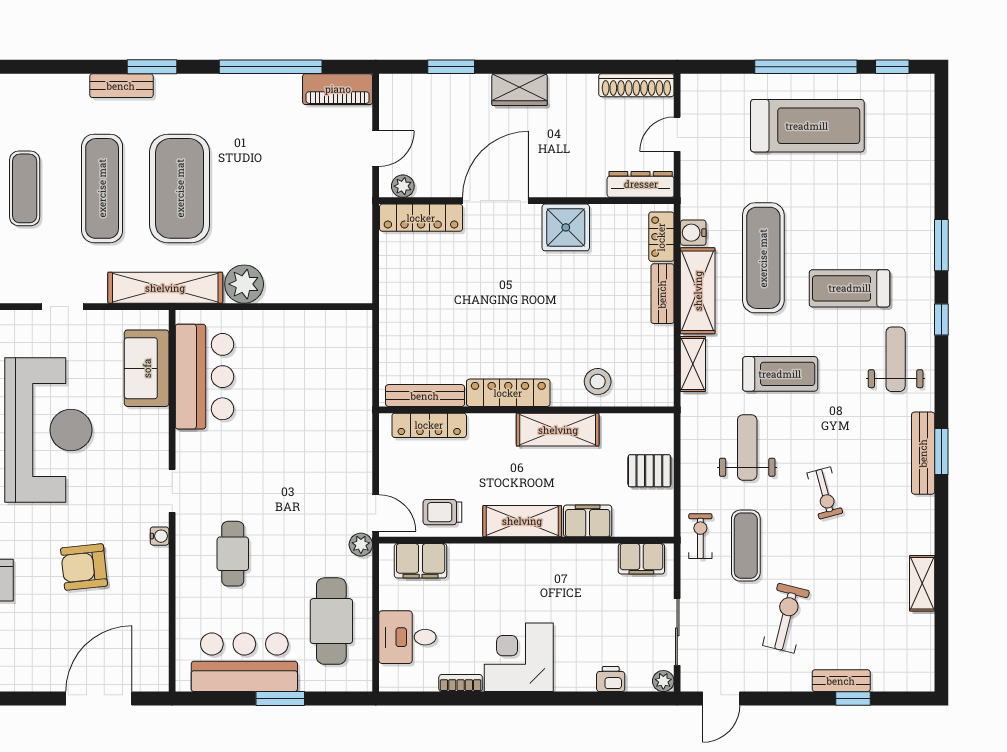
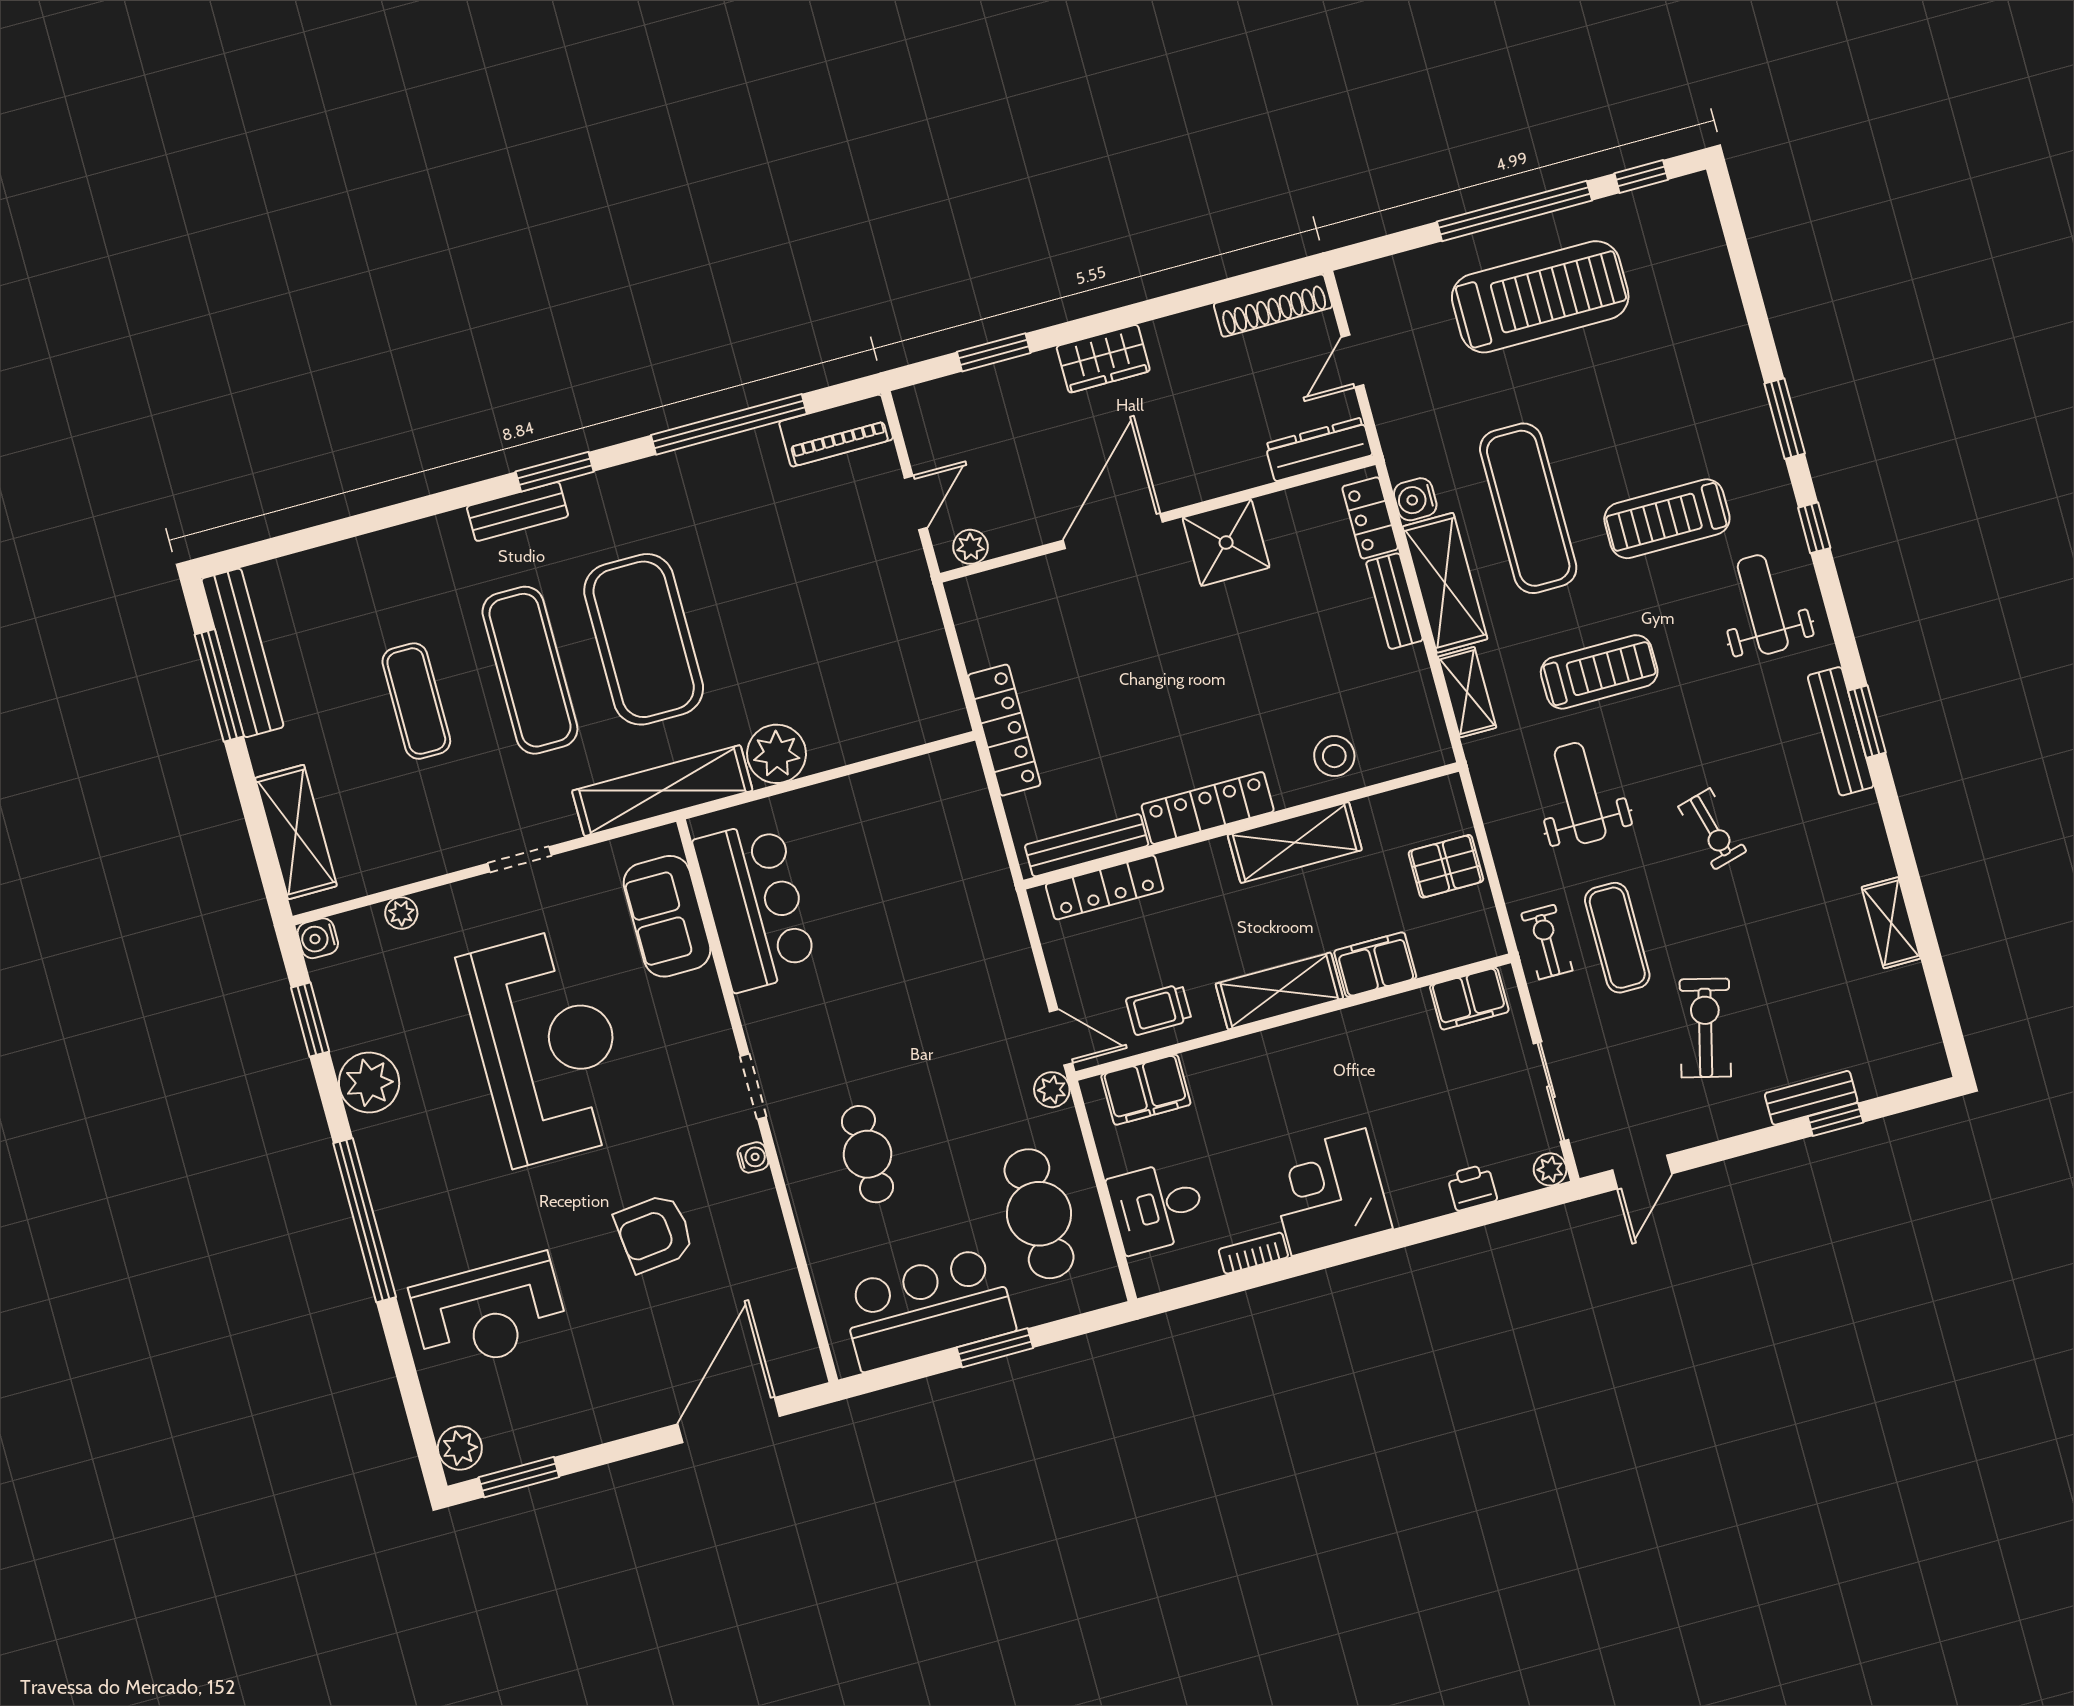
locker: (421, 218) -> (1004, 730), moved, turned -90

